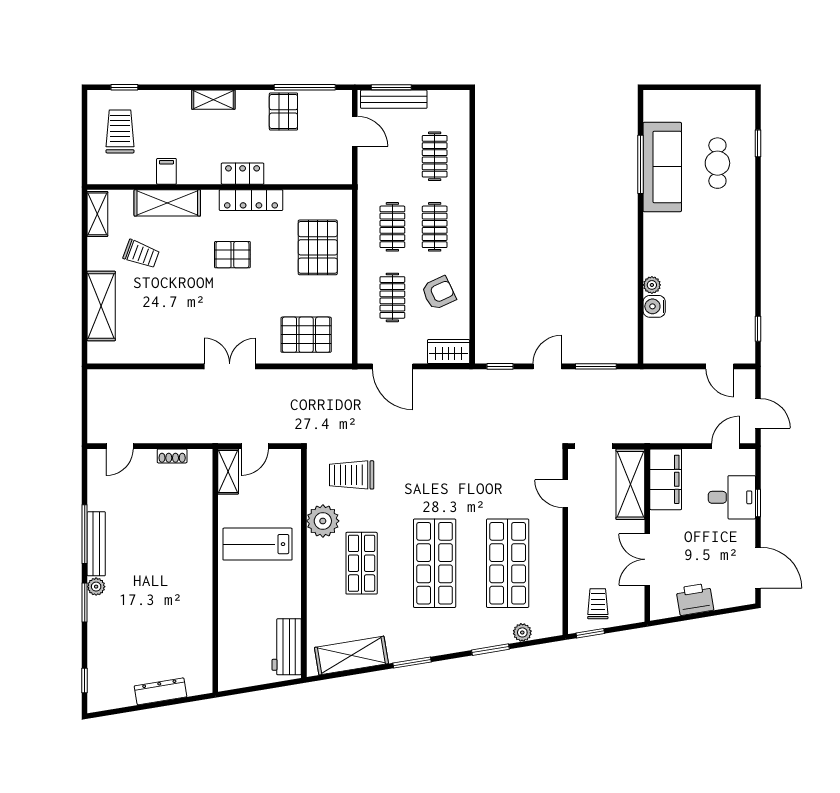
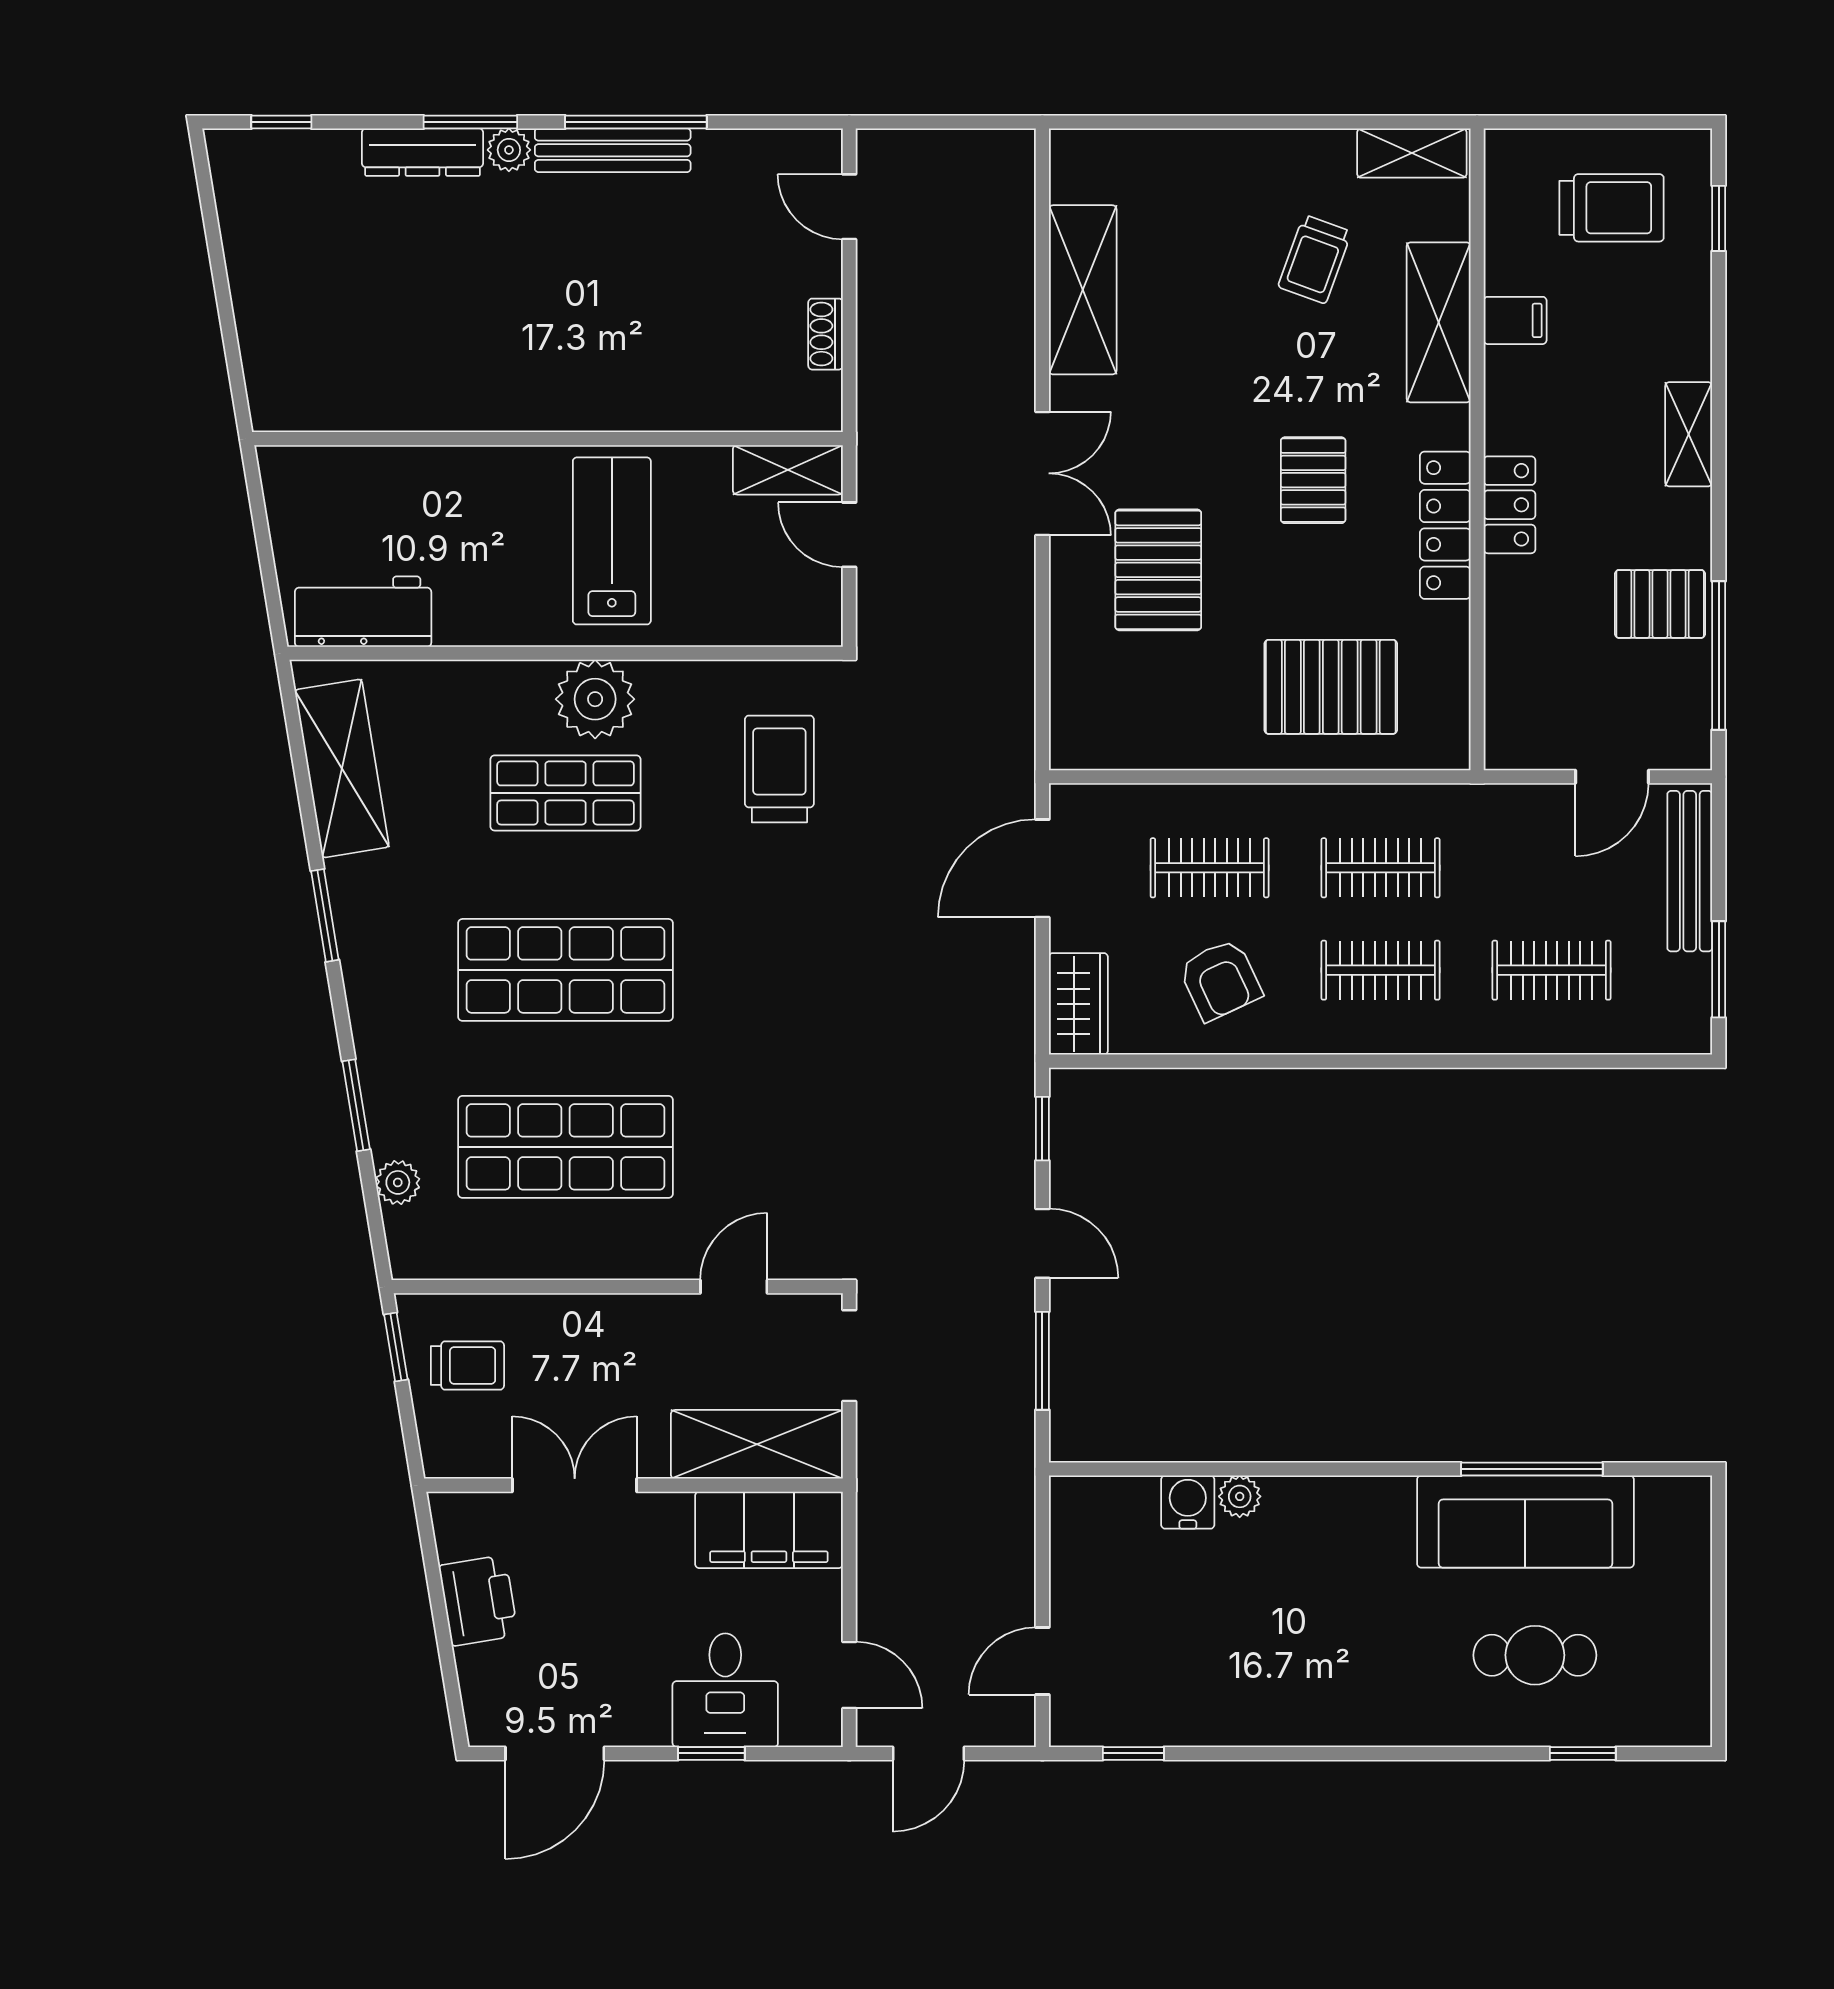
window: (391, 87) -> (1719, 969), moved
shelving: (101, 306) -> (1083, 290), moved, turned 90
pallet: (306, 335) -> (1158, 570), moved
plant: (323, 521) -> (595, 699), moved
dresser: (161, 691) -> (423, 152), moved, turned 99

